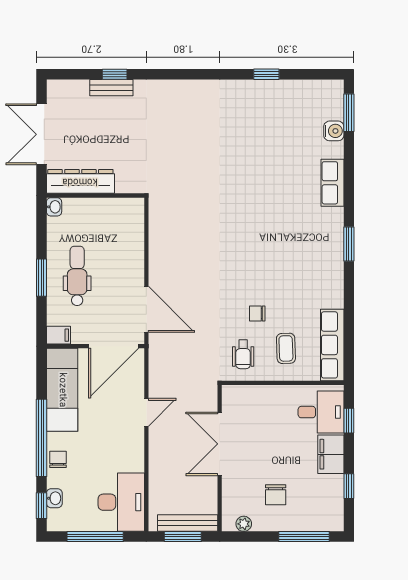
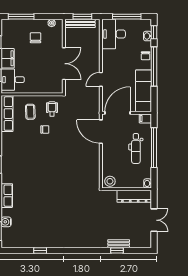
double door: (41, 134) -> (154, 220), width x0.73
stool: (129, 211) -> (110, 181), added
window: (41, 278) -> (154, 148), width x2.11

